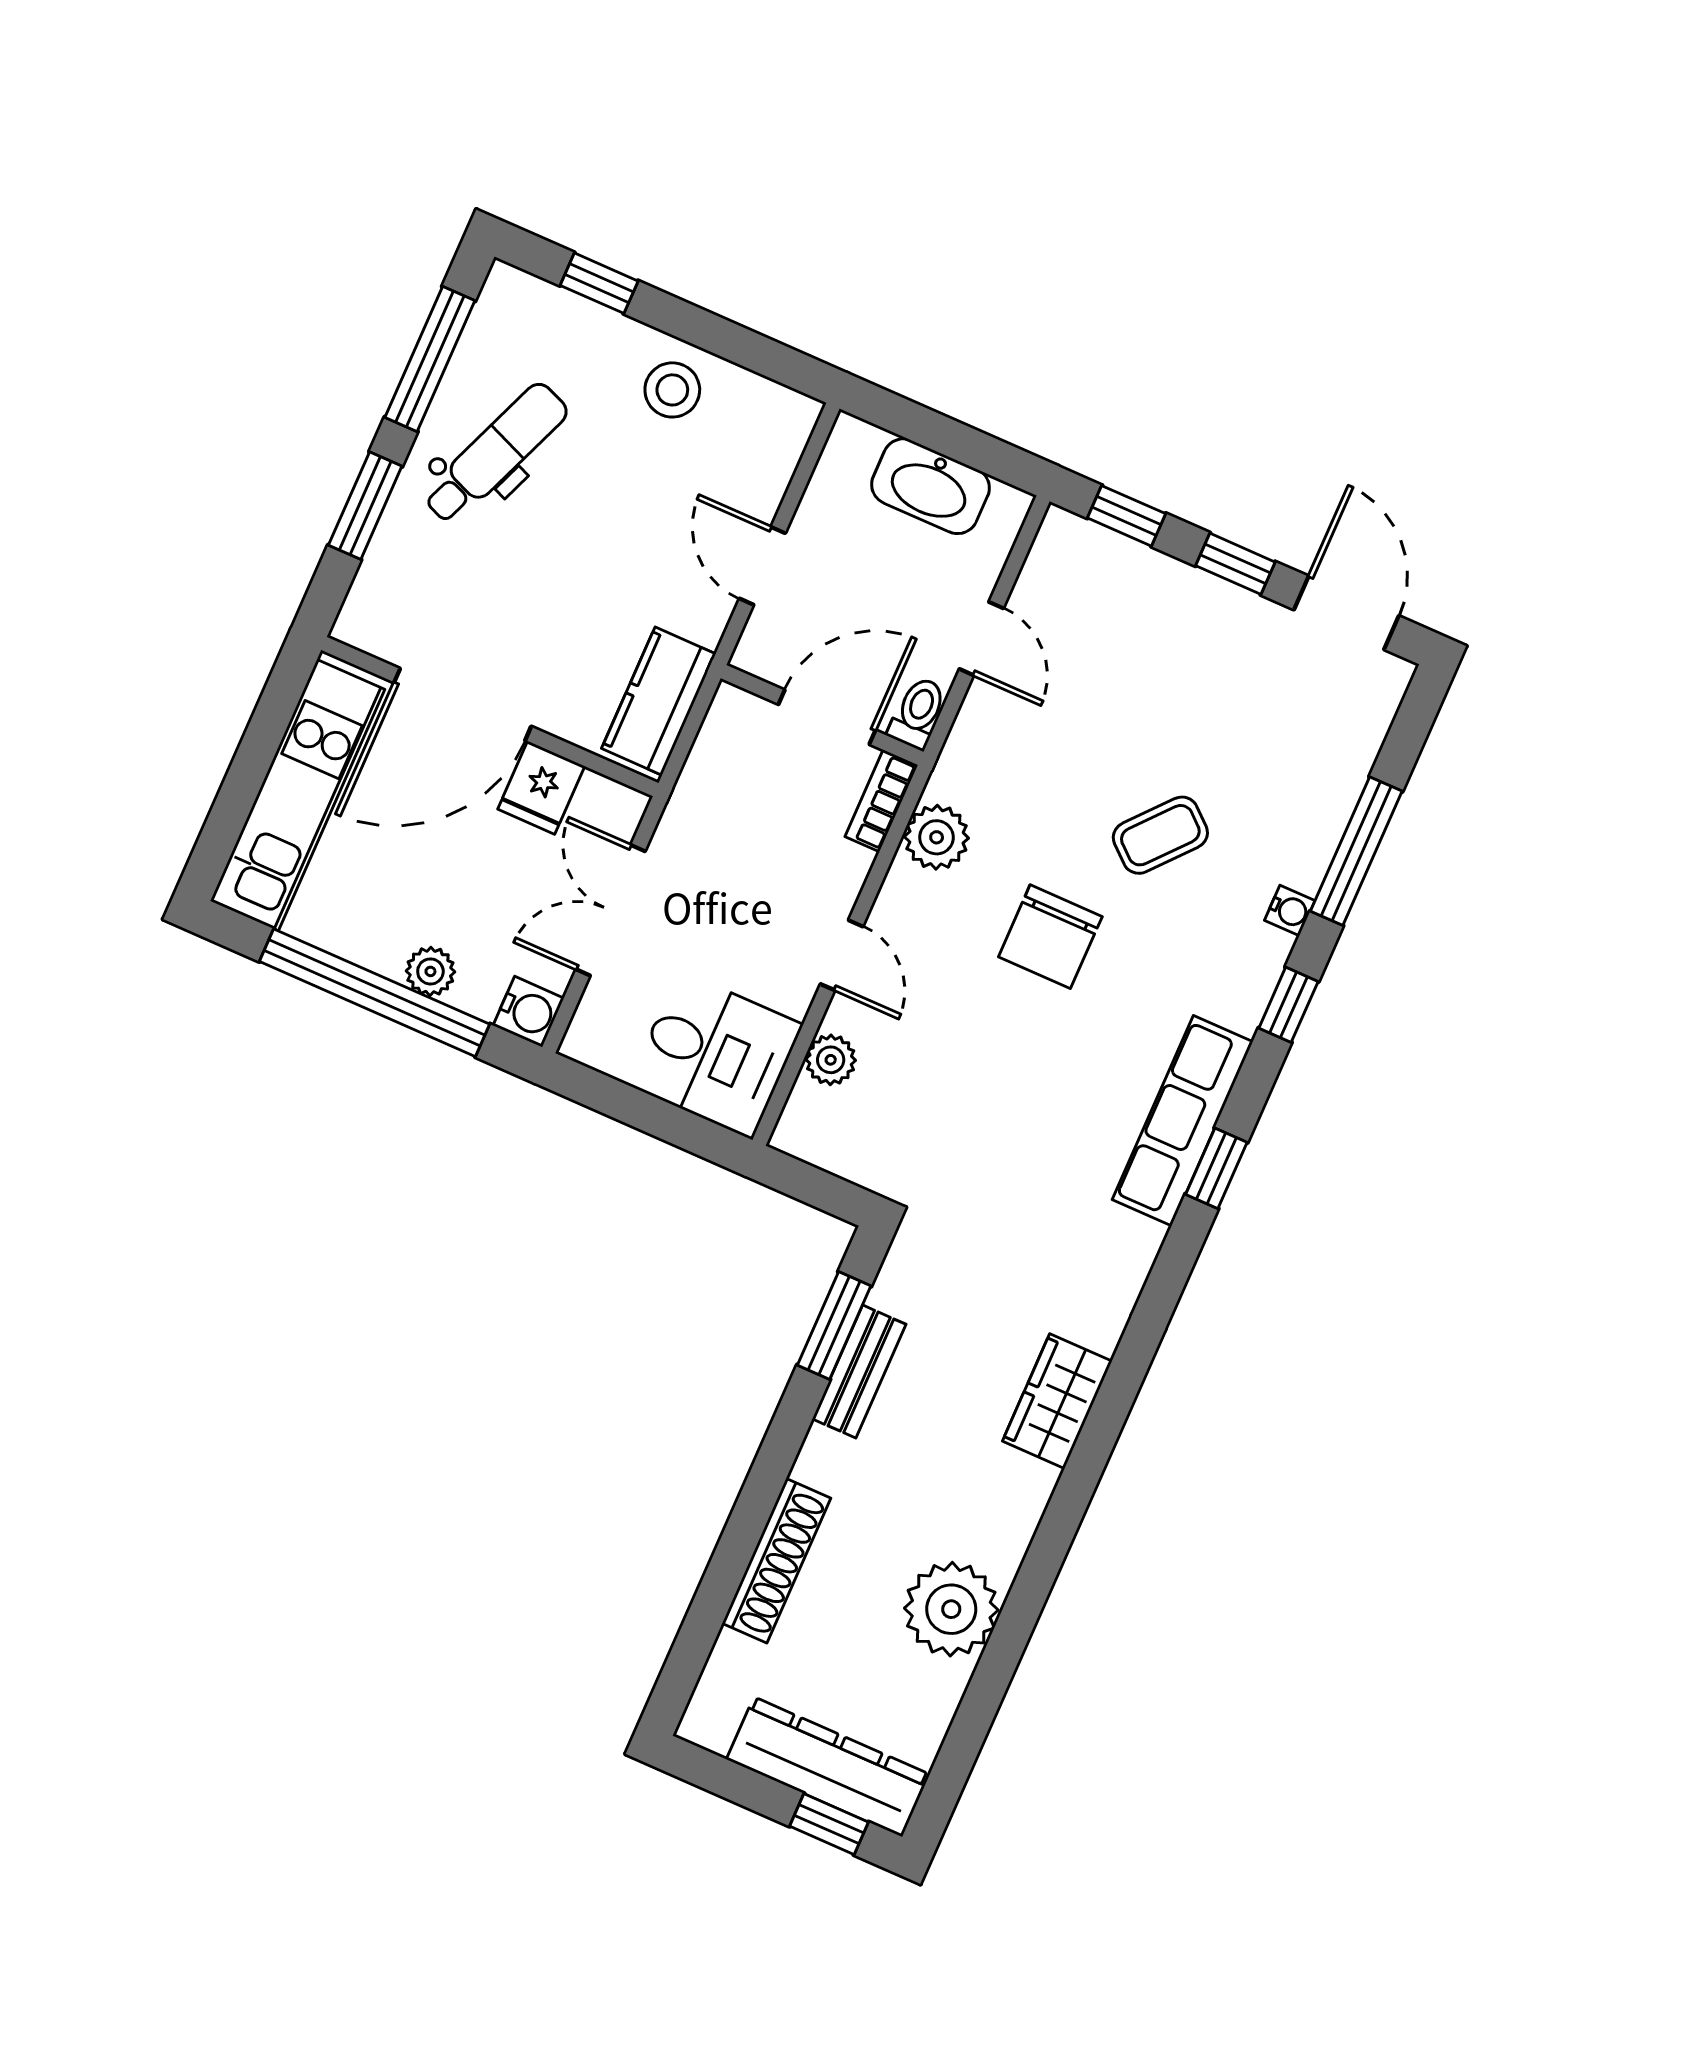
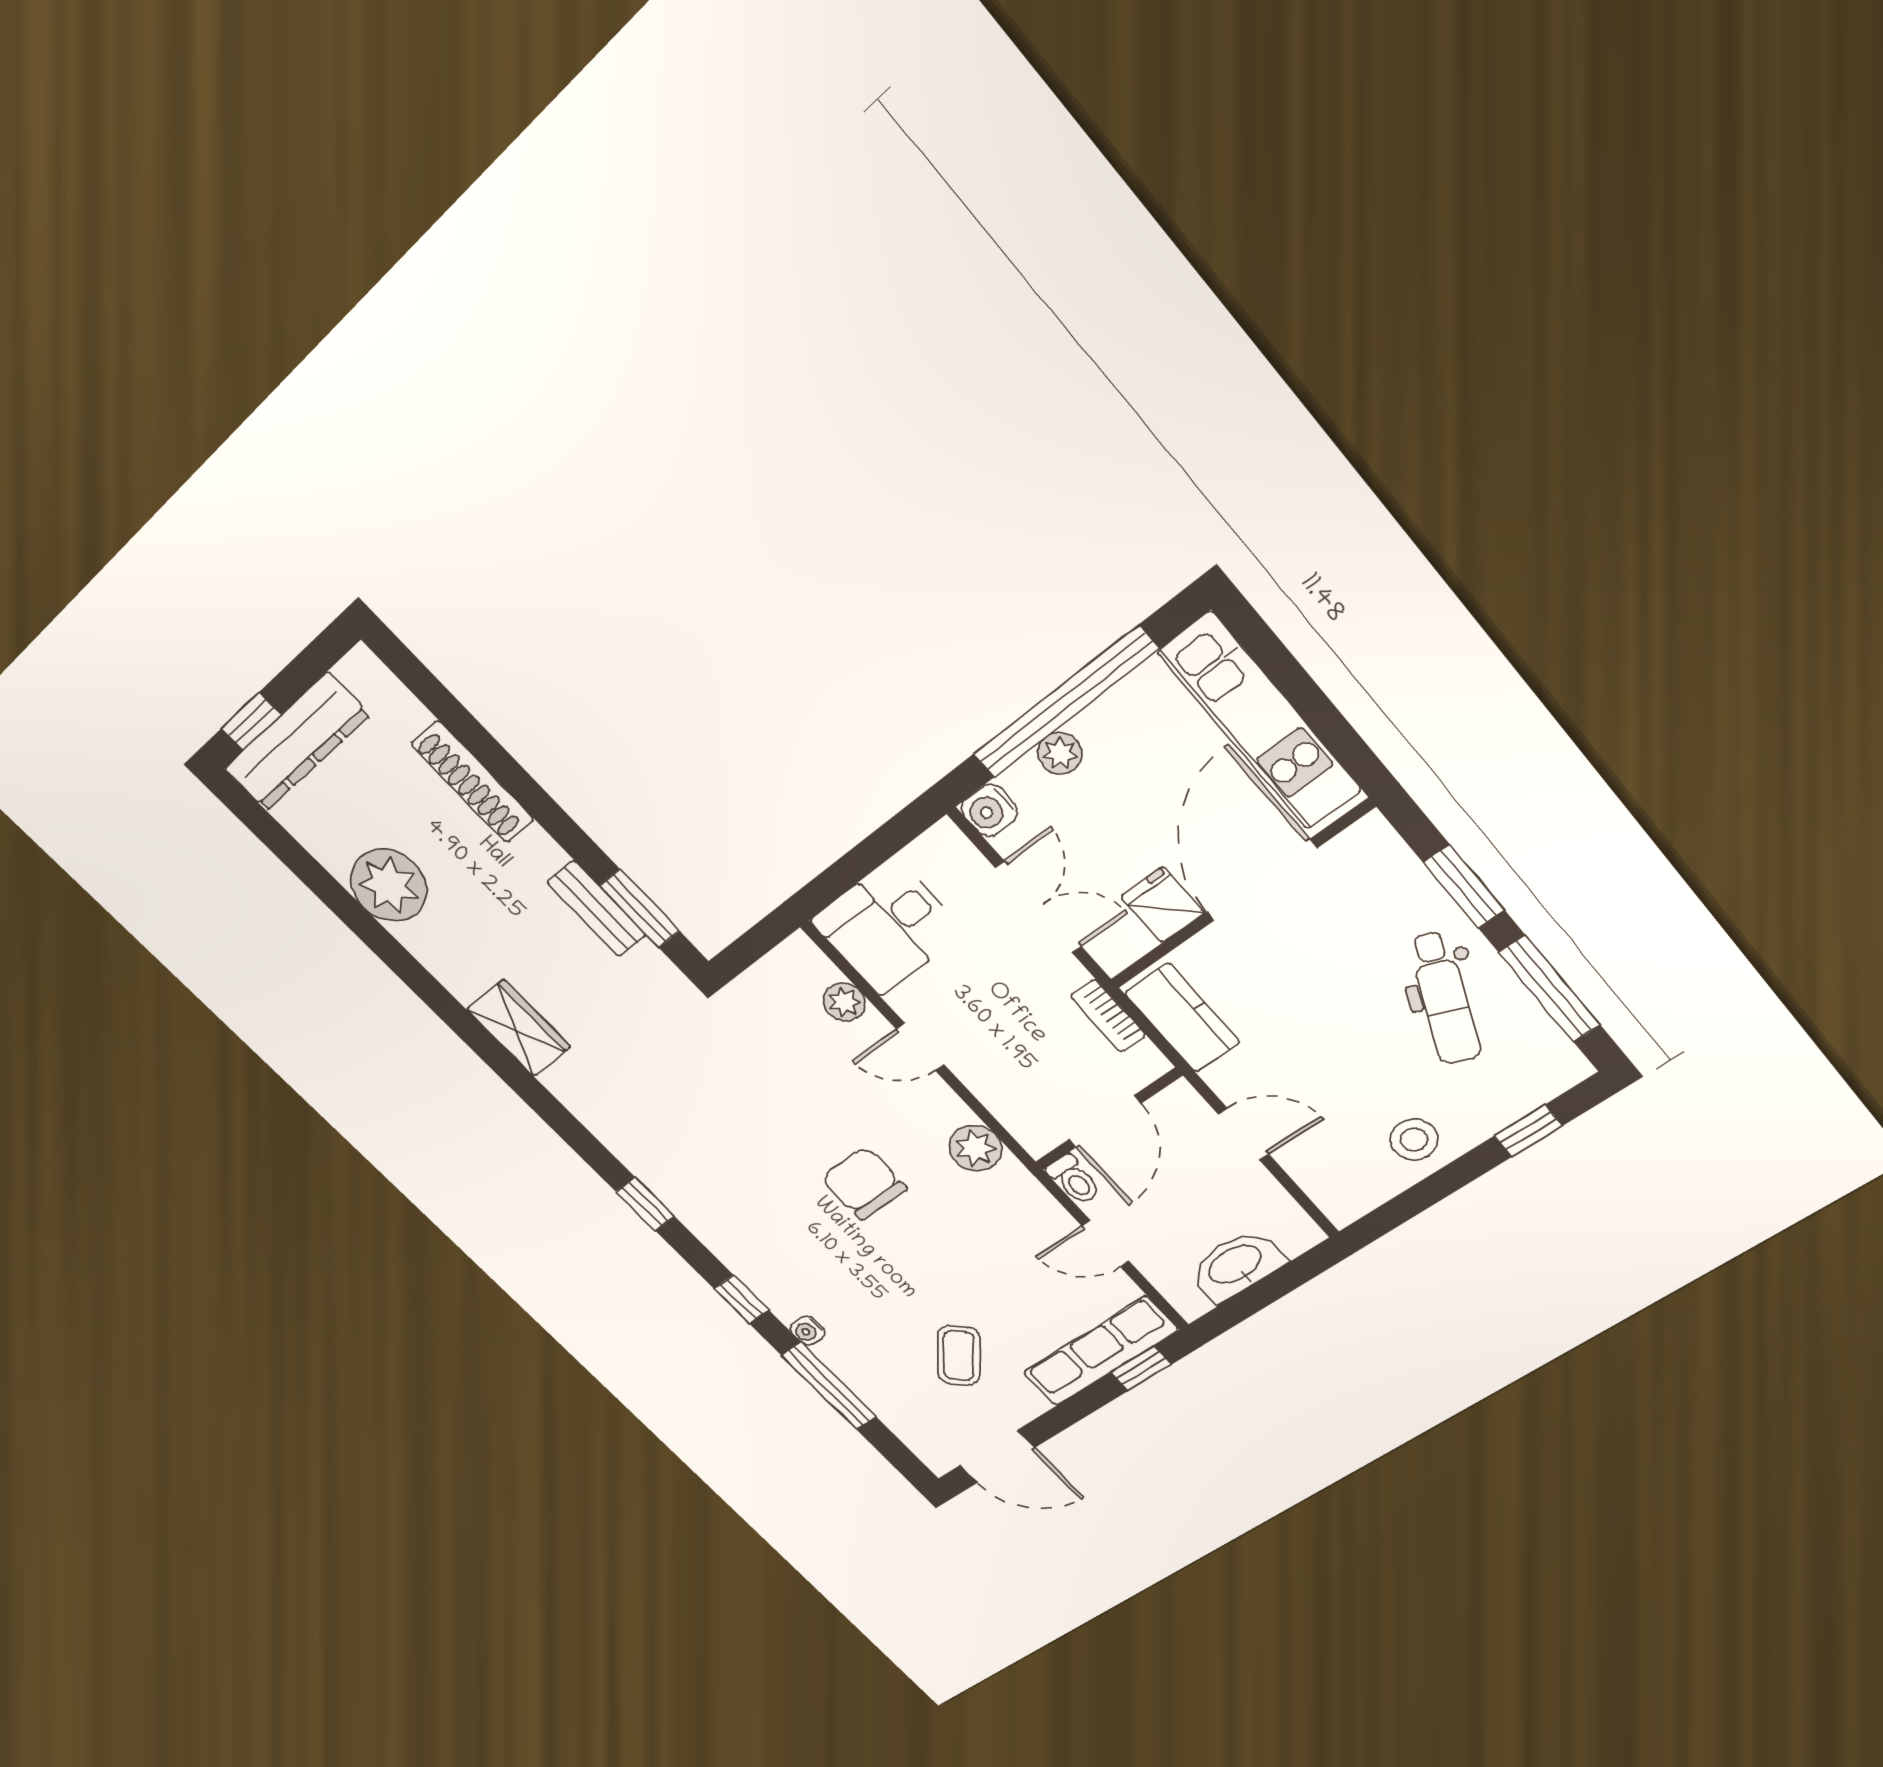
window: (1235, 564) -> (1068, 1413), removed
bookcase: (881, 801) -> (1108, 1016), moved, turned 180
coffee table: (1160, 835) -> (959, 1355), moved
row of seats: (1182, 1121) -> (1100, 1351), moved, turned -90

